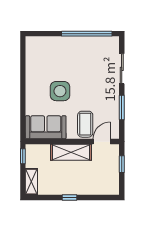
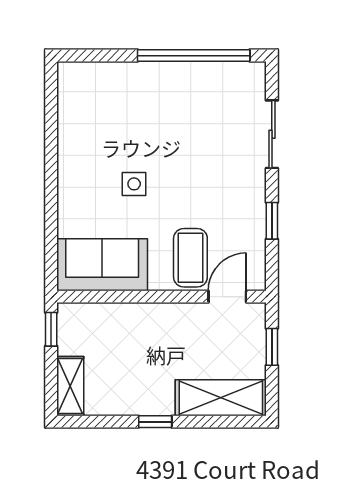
side table: (60, 91) -> (134, 184), width x0.54, depth x0.54
window: (122, 108) -> (272, 221), width x0.67
shelving: (71, 152) -> (221, 398), moved

